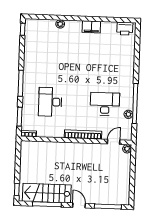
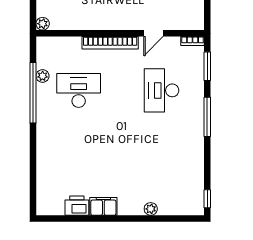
printer: (125, 29) -> (77, 206), moved
desk: (50, 102) -> (162, 90), turned 180
desk: (105, 104) -> (79, 90), turned 180
door: (114, 142) -> (153, 33), moved

